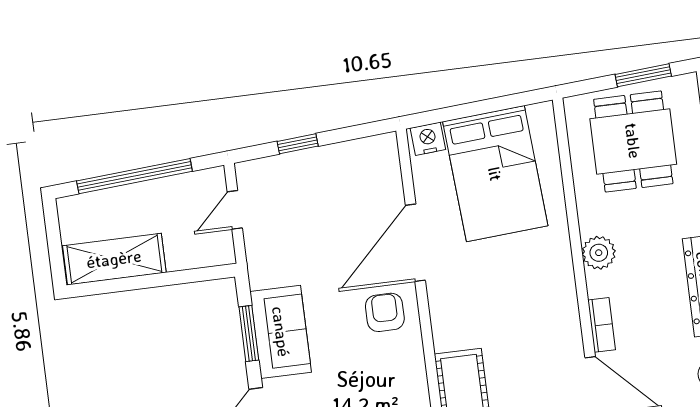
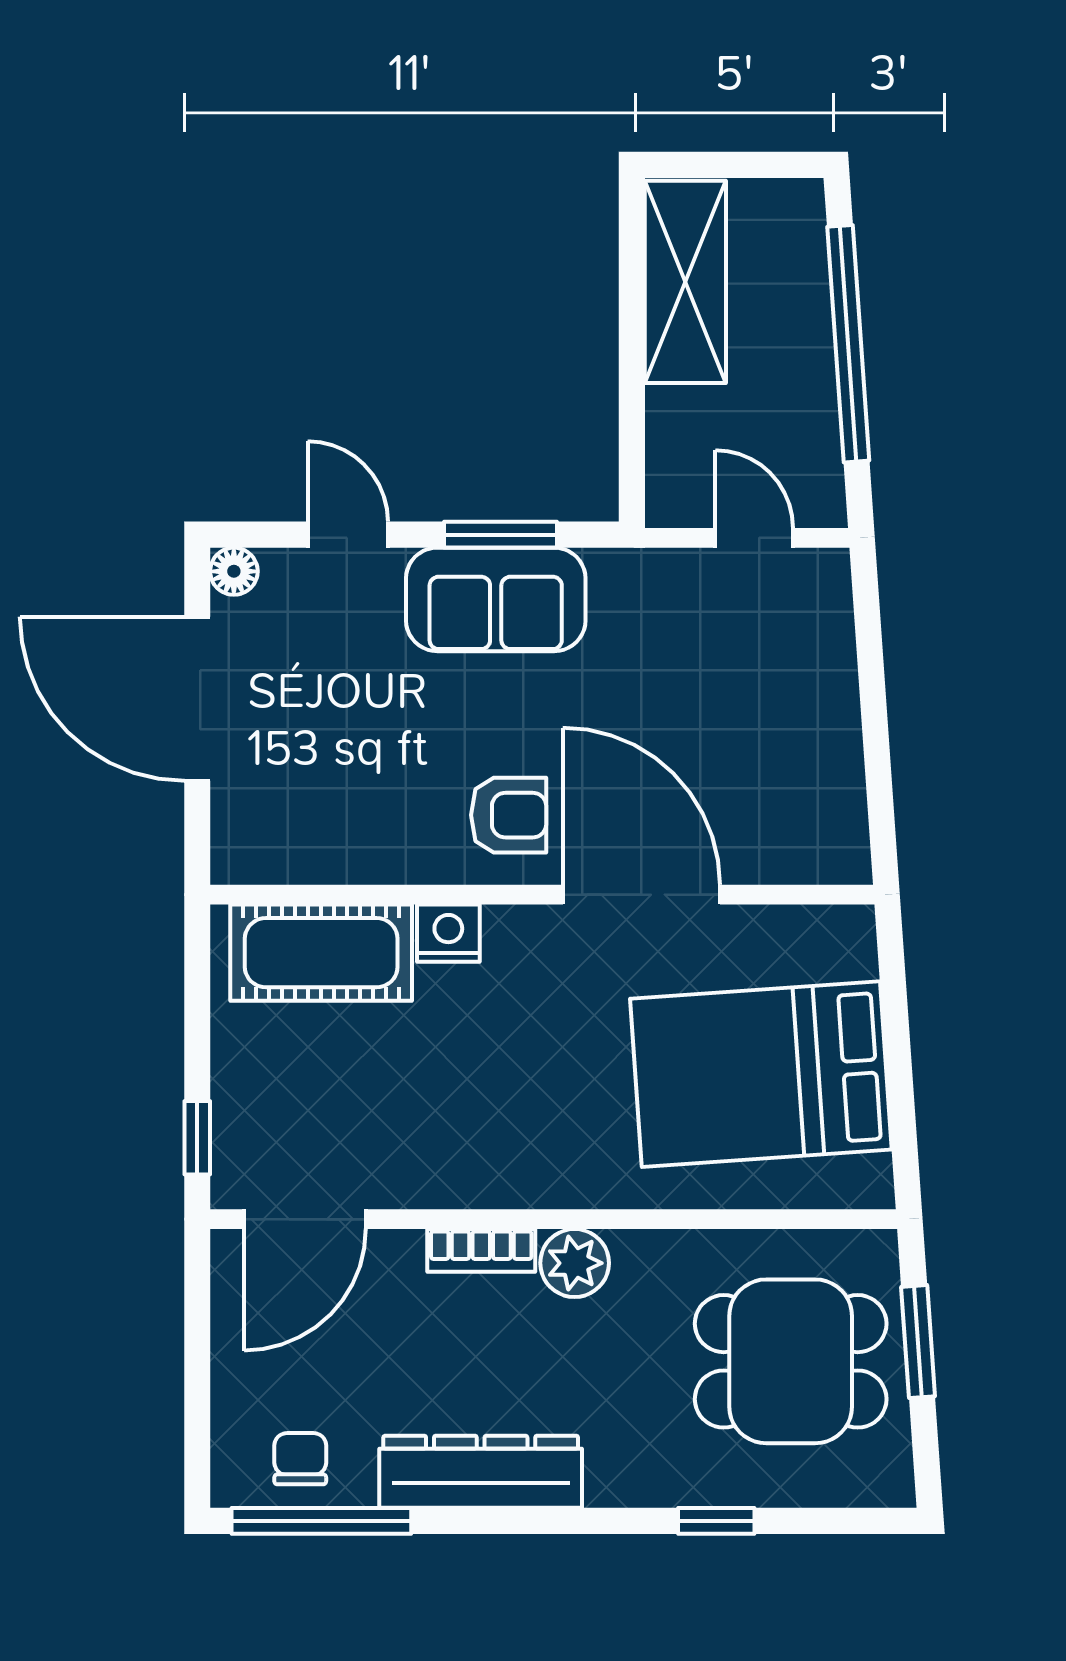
window: (643, 75) -> (918, 1342), moved
nightstand: (428, 139) -> (448, 933), moved, turned -86
window: (298, 144) -> (872, 682), removed
bookcase: (602, 325) -> (481, 1250), moved

